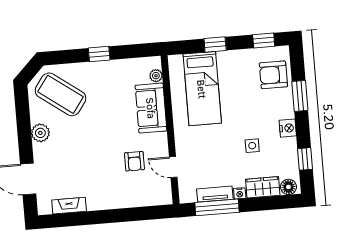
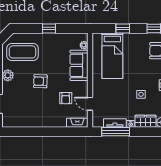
coffee table: (60, 94) -> (22, 52), turned -36
armchair: (92, 138) -> (40, 81), added
fireplace: (69, 206) -> (77, 123), moved

